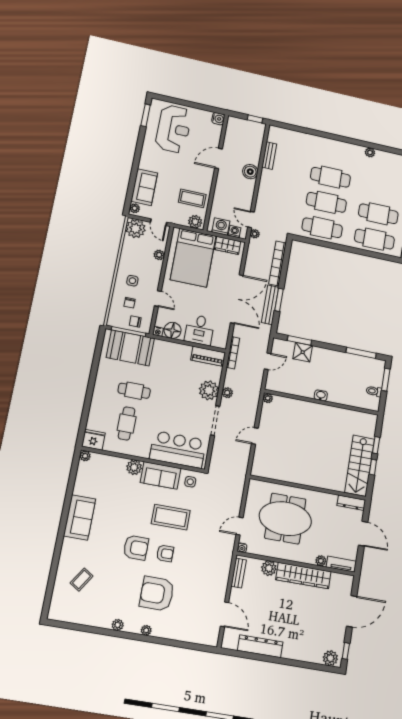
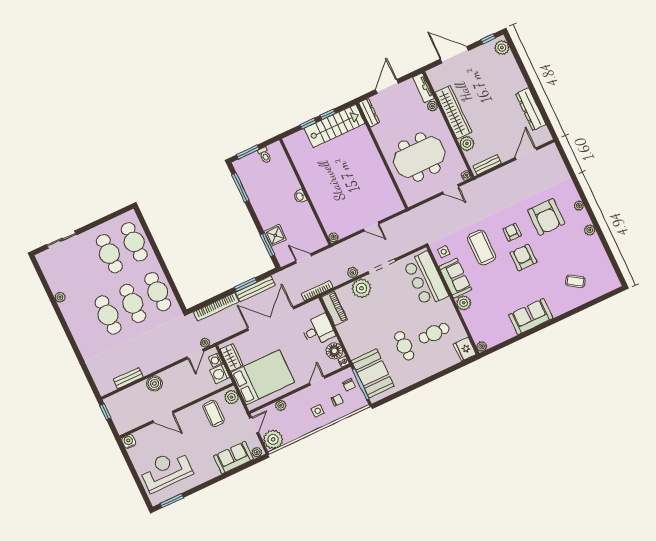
meeting table: (285, 519) -> (419, 157), turned 90

